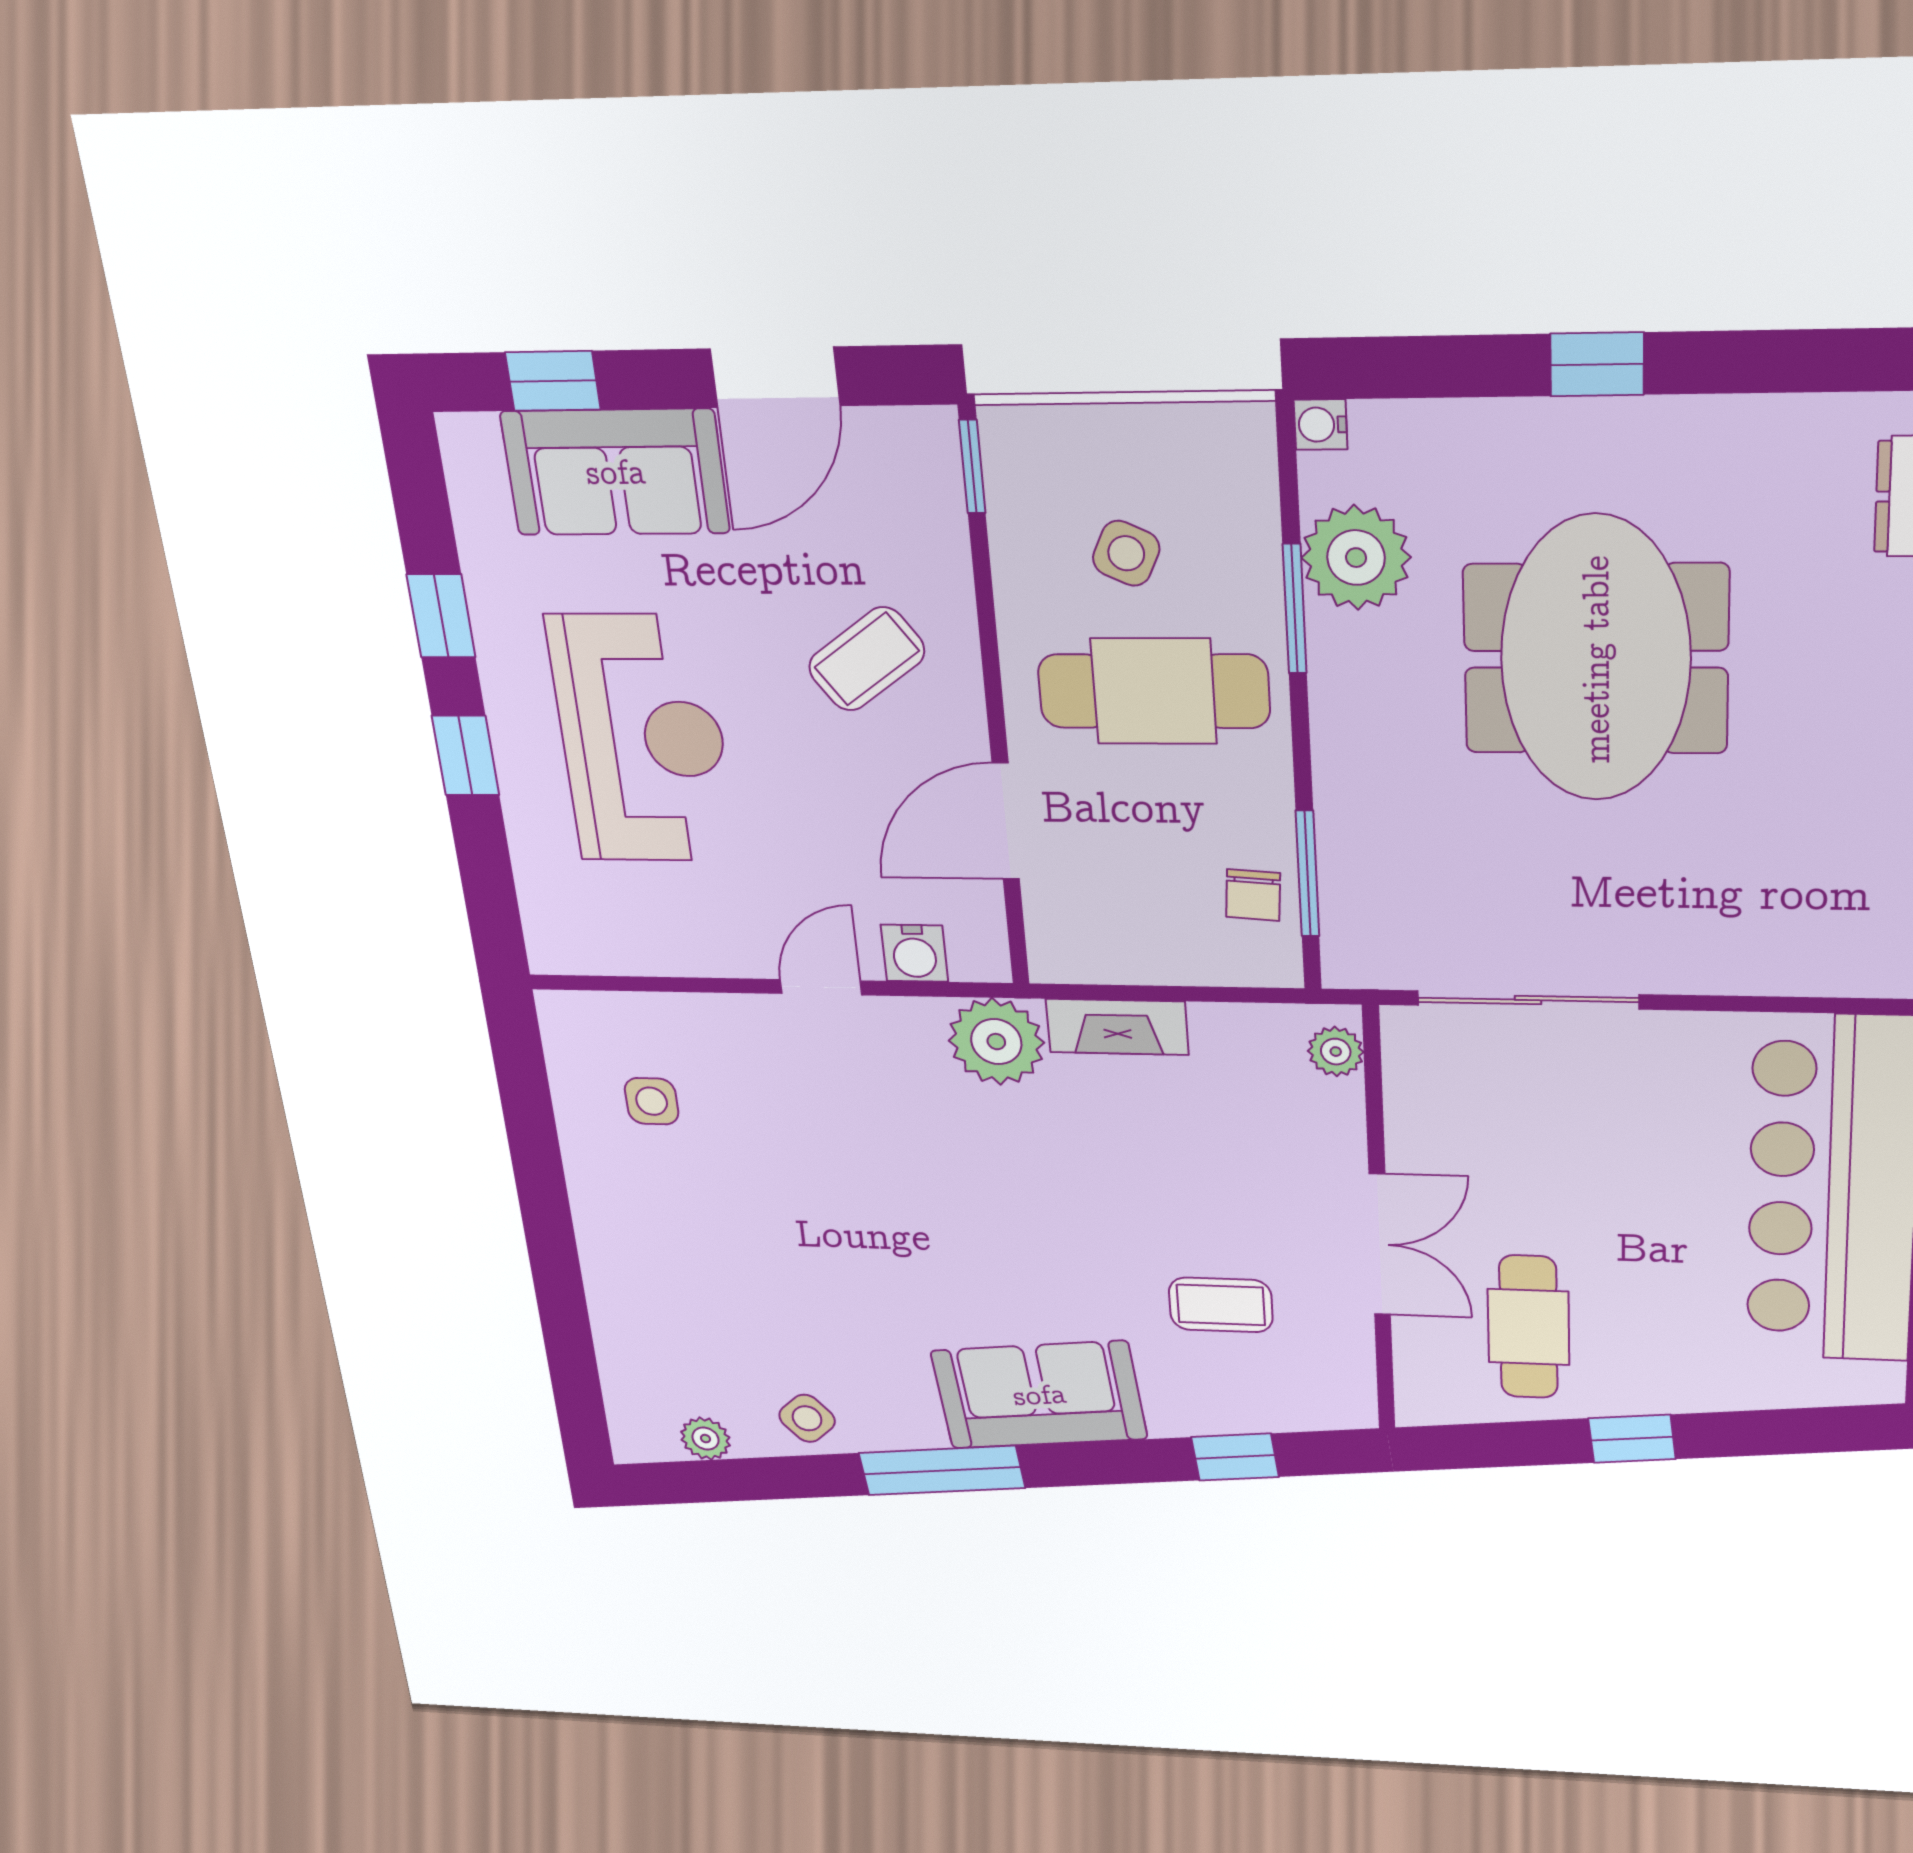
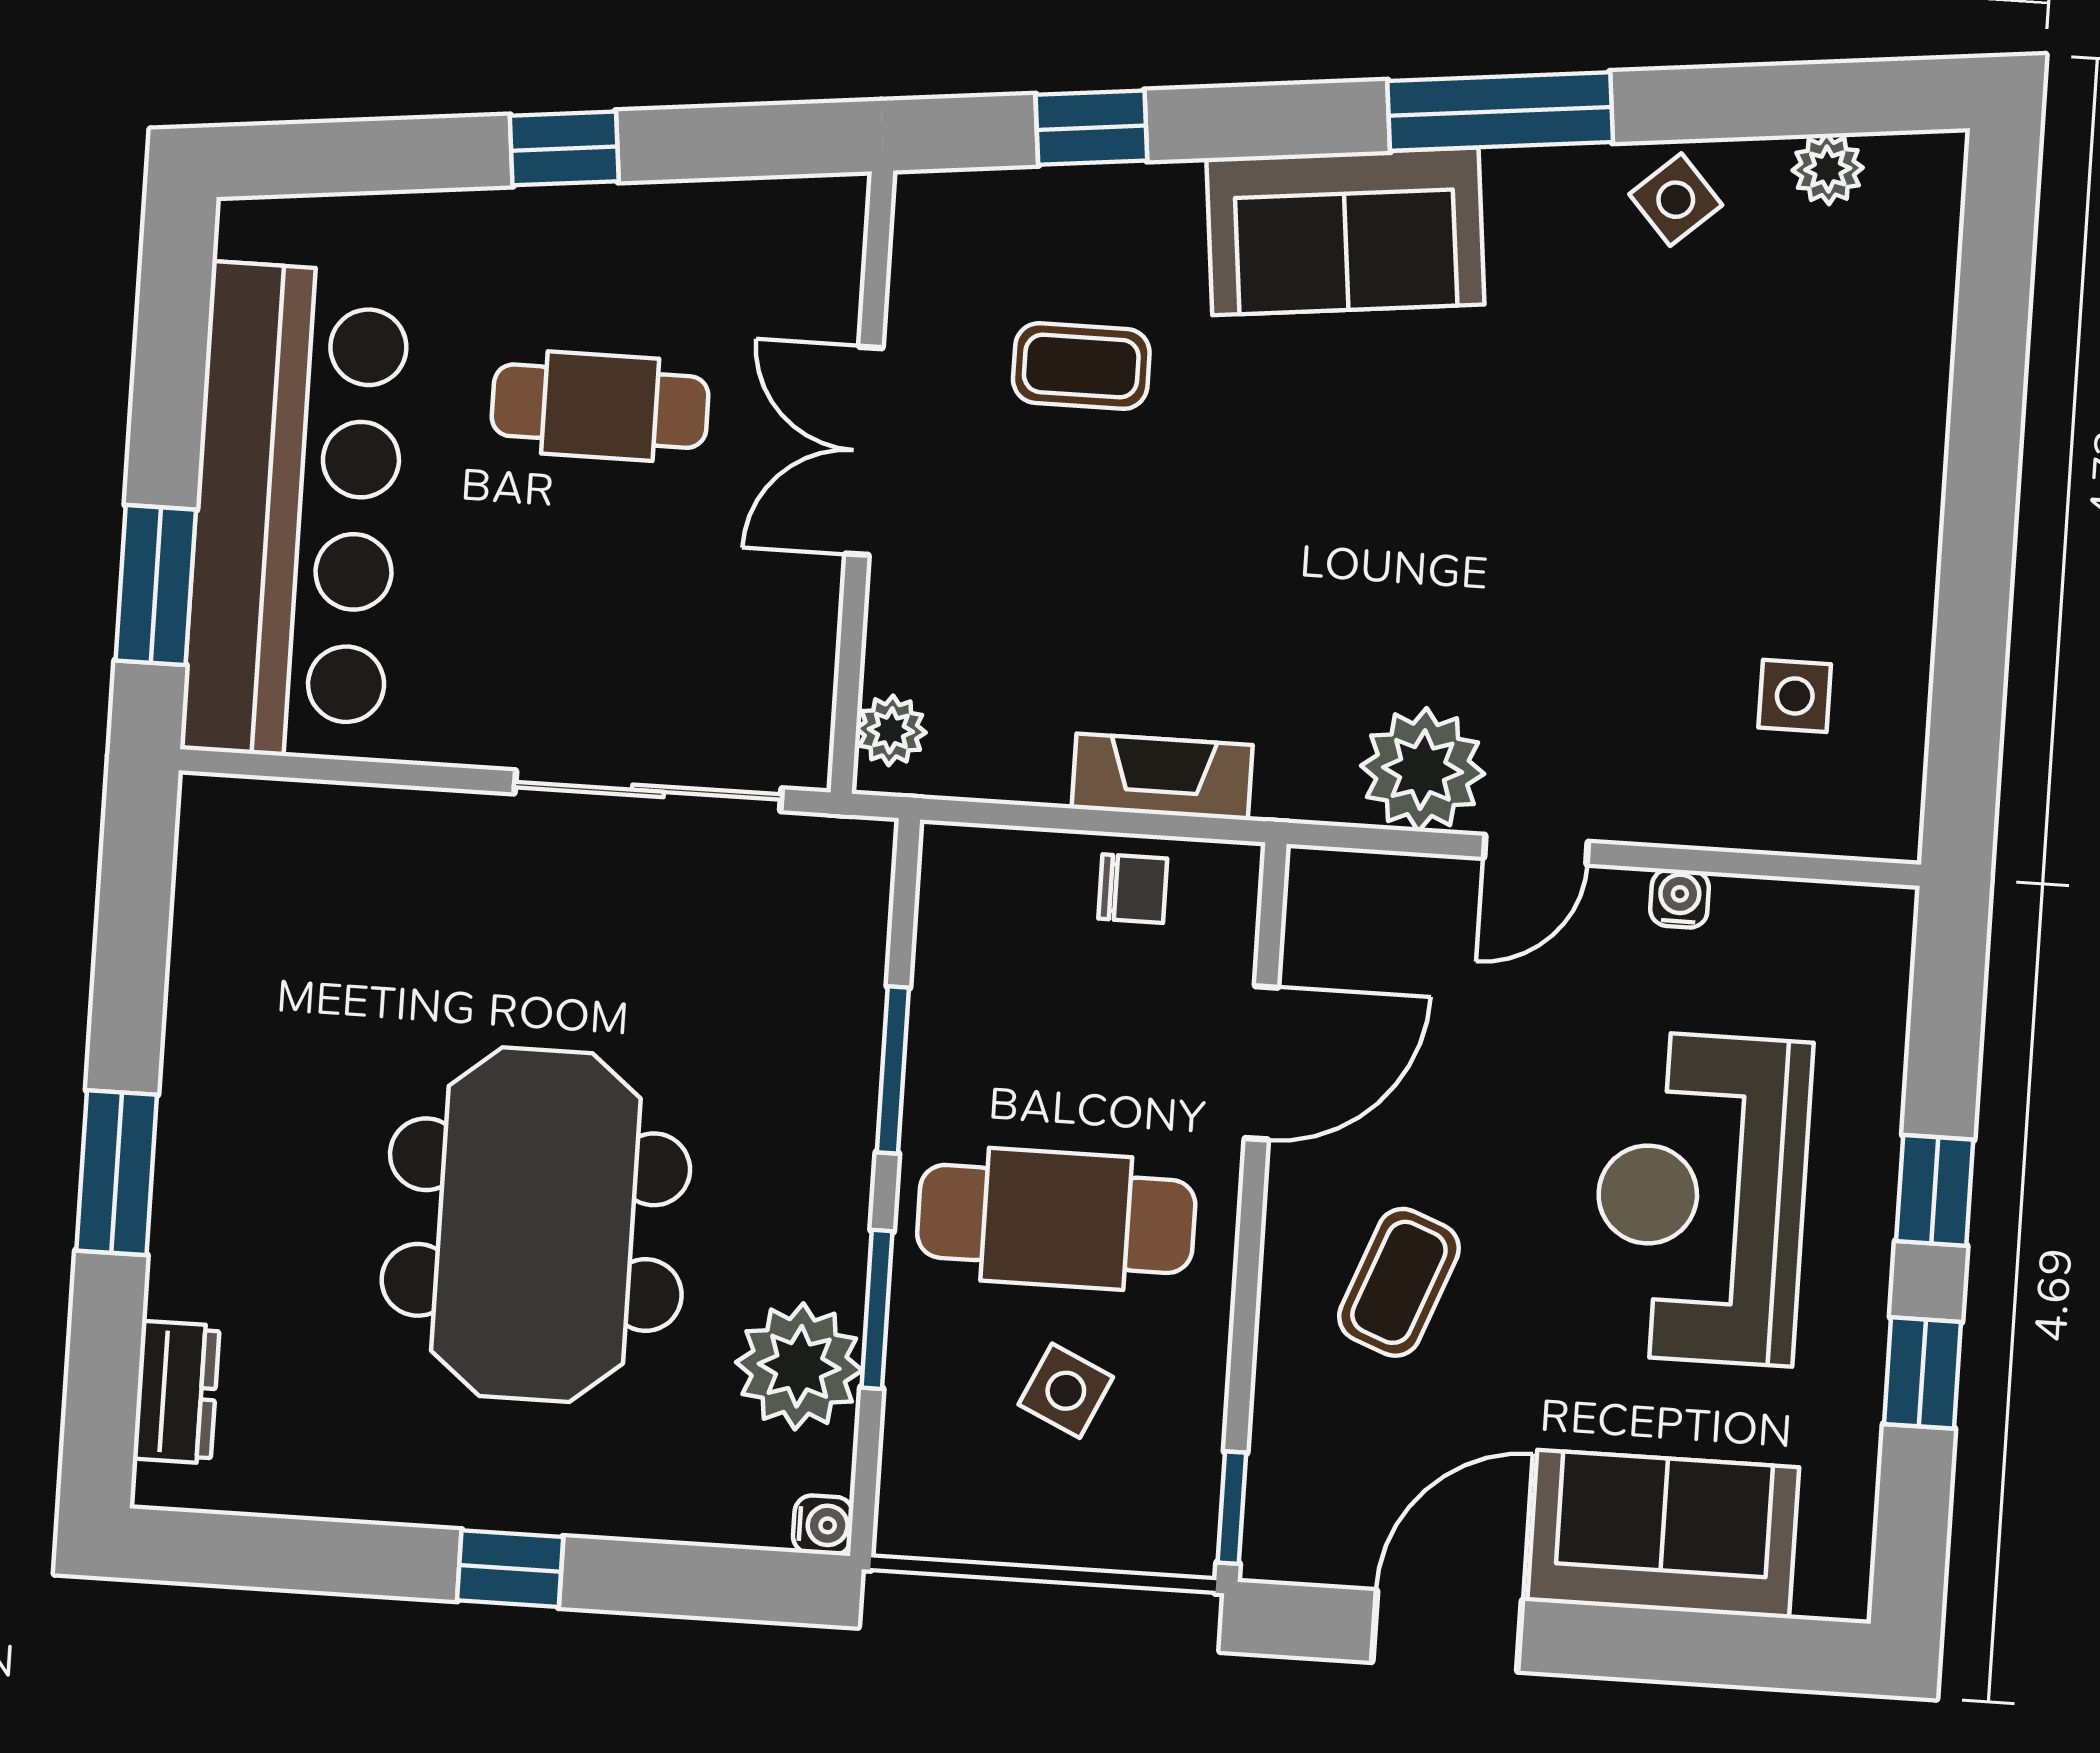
window: (553, 381) -> (1715, 1649), removed
coffee table: (867, 659) -> (1399, 1282), turned -33
window: (1307, 874) -> (893, 1070), moved
chair: (1253, 895) -> (1133, 889), moved, turned 86
water cooler: (914, 953) -> (1680, 898), moved, width x0.72, depth x0.72
plant: (996, 1042) -> (1423, 770), moved
cafe table: (1528, 1327) -> (600, 406), moved, turned 90

